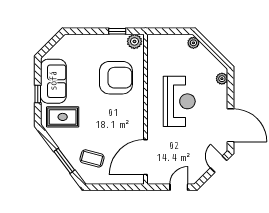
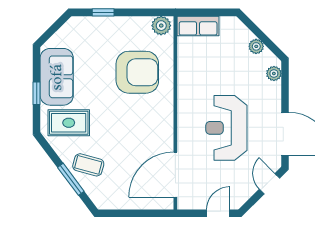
window: (117, 31) -> (103, 12), moved
row of seats: (163, 42) -> (198, 26), added
plant: (193, 43) -> (256, 46), moved
reception desk: (179, 101) -> (226, 128), moved, turned 180
coffee table: (92, 158) -> (88, 165), moved

